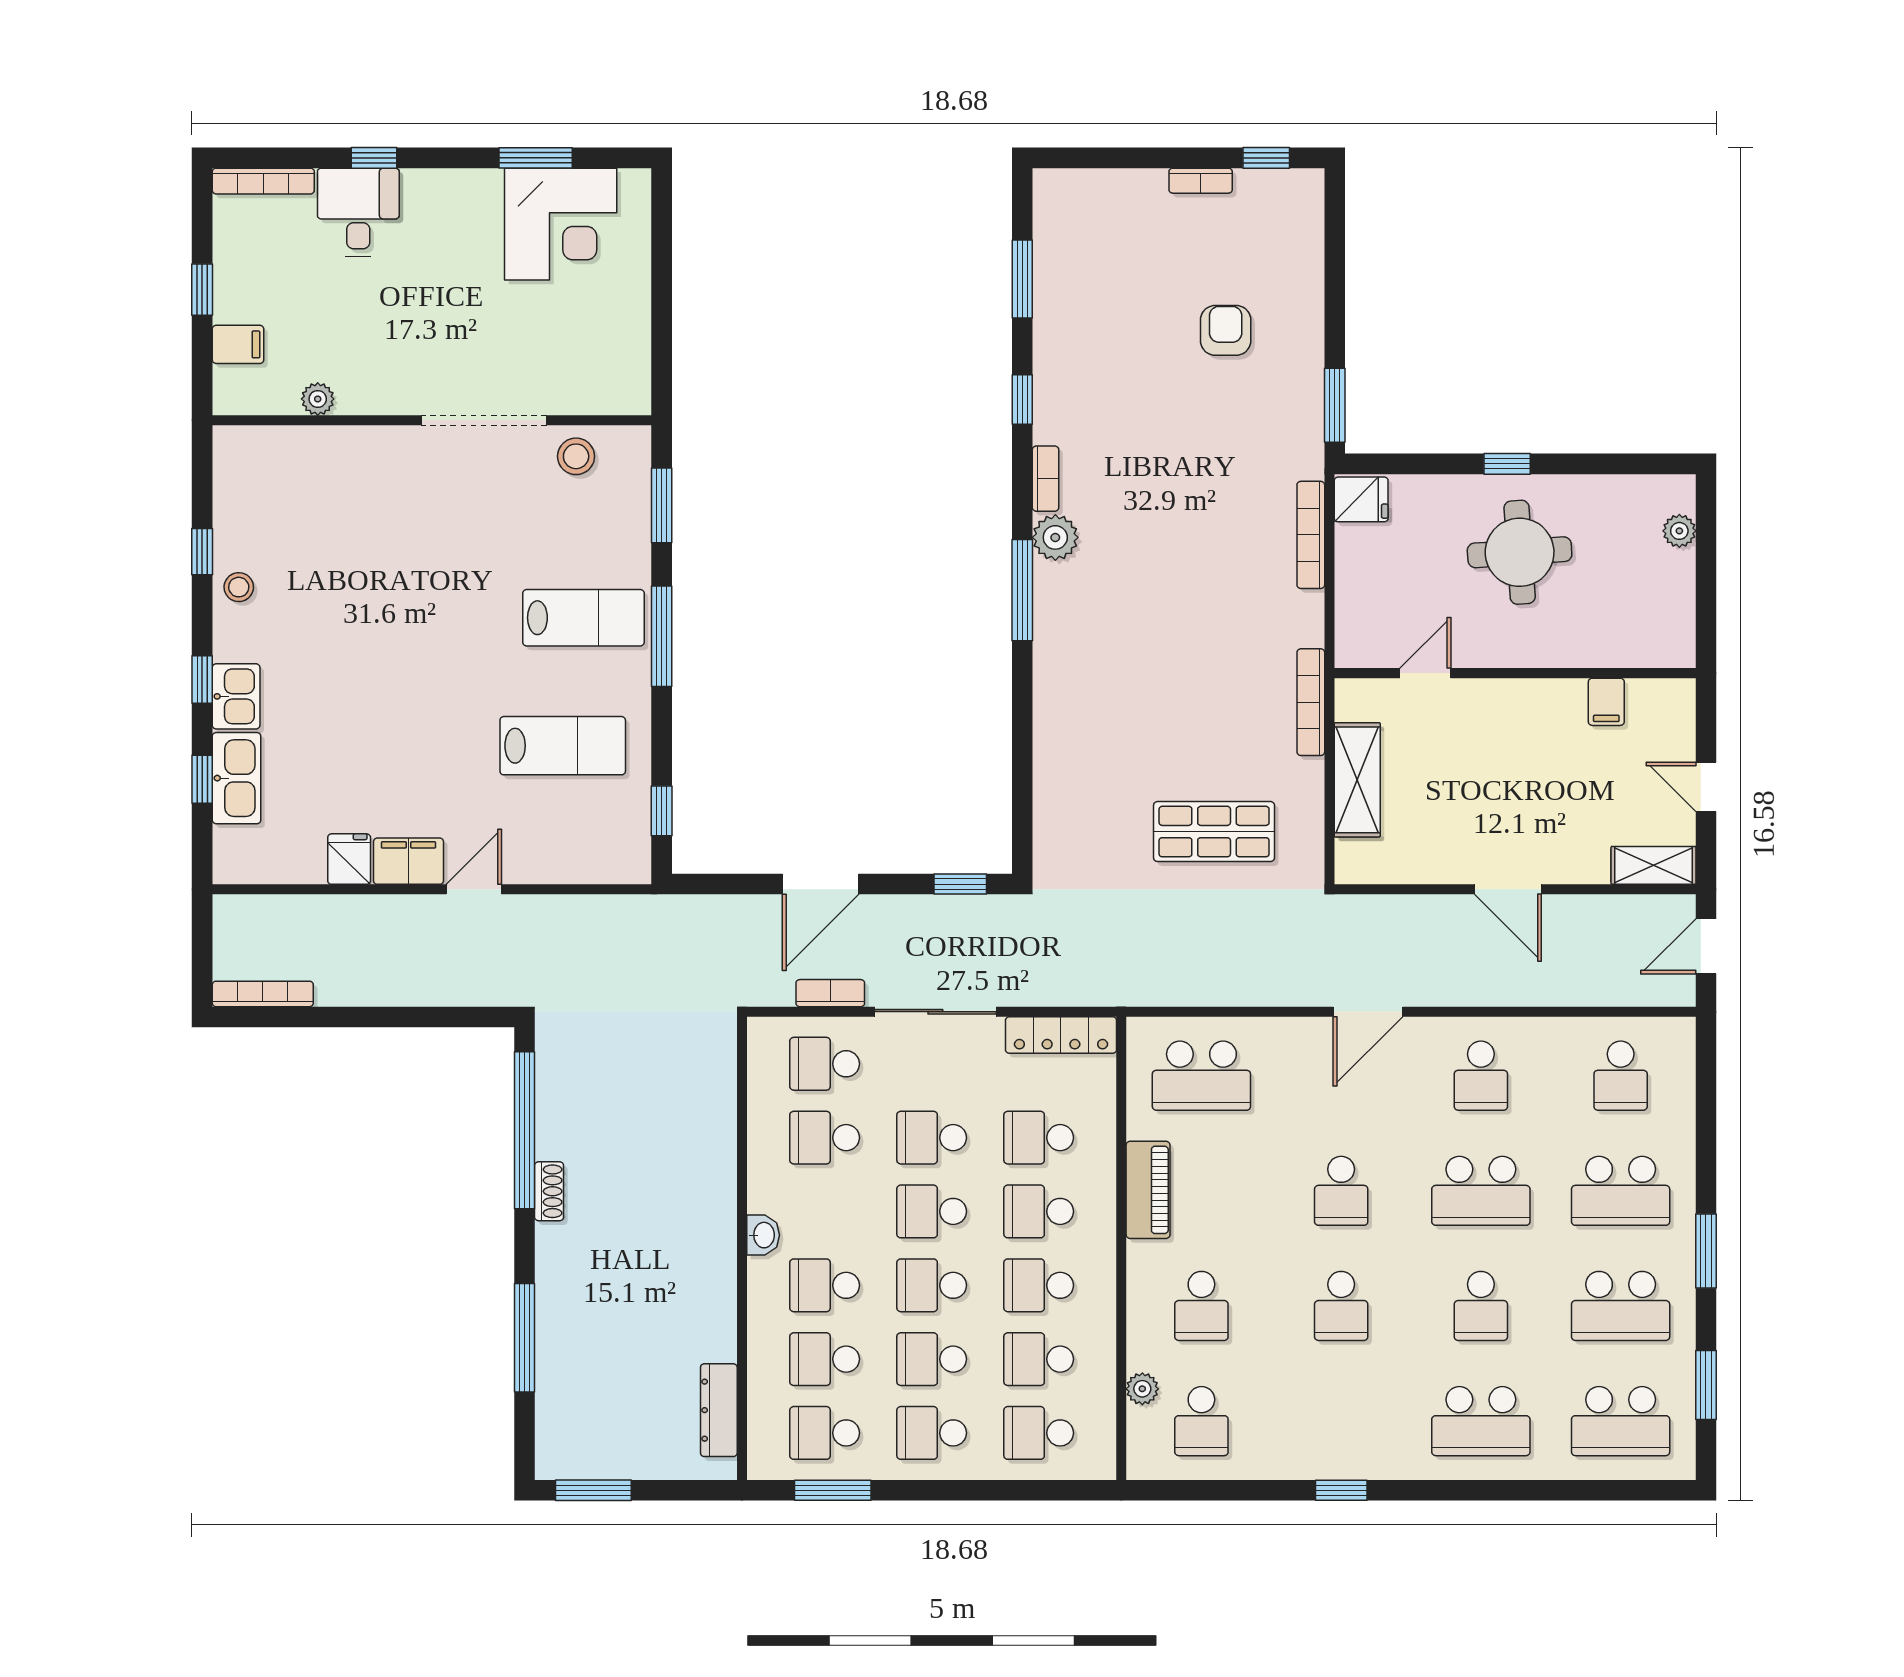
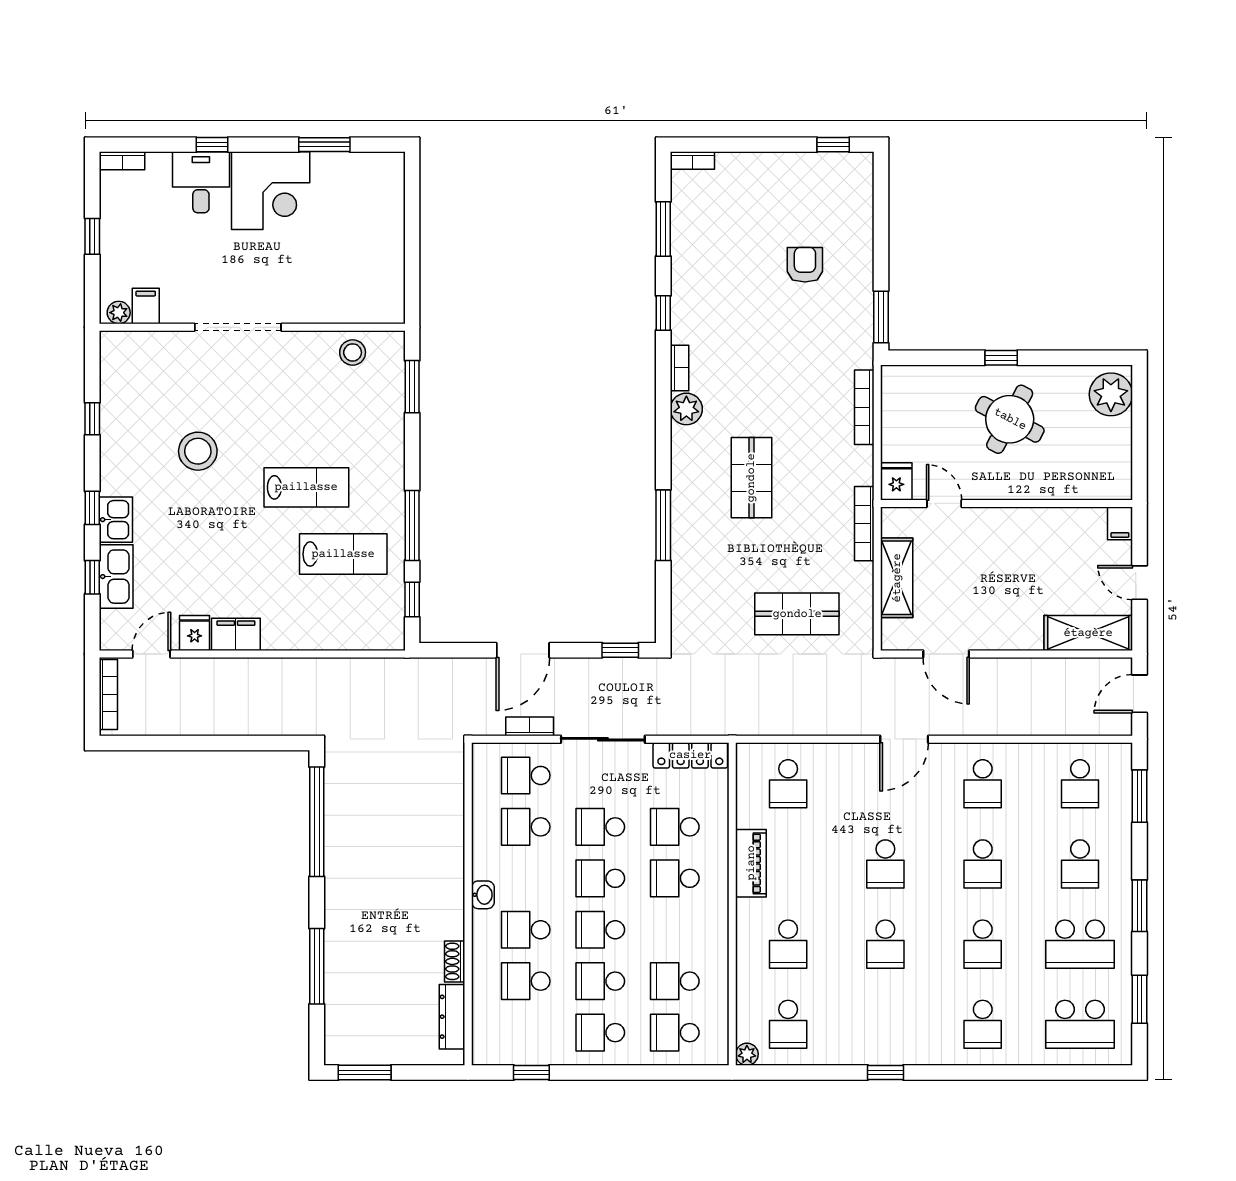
bookcase: (263, 181) -> (122, 161), width x0.64
bookcase: (1201, 181) -> (692, 160), moved
corner desk: (561, 224) -> (271, 191), moved
filing cabinet: (238, 344) -> (146, 306), moved, turned -90
plant: (318, 399) -> (119, 313), moved
doorway: (484, 420) -> (238, 327), moved
fridge: (1361, 499) -> (896, 481), moved, turned -90
plant: (1679, 531) -> (1111, 394), width x1.88, depth x1.88
round table: (1520, 552) -> (1010, 419), turned 32
stool: (239, 587) -> (198, 451), moved, width x1.89, depth x1.89
window: (1022, 590) -> (663, 525), moved
lab bench: (583, 618) -> (306, 487), moved
window: (662, 636) -> (412, 526), moved
shop shelf: (1149, 636) -> (751, 478), added
door: (1425, 673) -> (944, 503), hinge flipped
filing cabinet: (1606, 702) -> (1120, 523), moved
shelving: (1654, 865) -> (1088, 633), width x1.50, depth x1.33
door: (474, 889) -> (151, 654), moved
door: (1508, 889) -> (946, 654), moved
bookcase: (263, 994) -> (108, 694), moved, turned 90
school desk: (1201, 1076) -> (788, 784), width x0.54
window: (1706, 1094) -> (1139, 796), added
shoe rack: (549, 1191) -> (455, 961), moved, turned 180
school desk: (1481, 1191) -> (983, 864), width x0.54
school desk: (1621, 1191) -> (1080, 864), width x0.54
school desk: (1039, 1285) -> (675, 930), removed
plant: (1142, 1389) -> (747, 1054), moved
school desk: (1481, 1421) -> (983, 1024), width x0.54
school desk: (825, 1433) -> (526, 1033), removed
window: (833, 1490) -> (531, 1073), width x0.67

